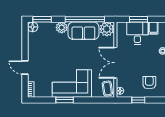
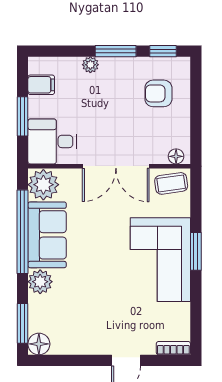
desk: (137, 33) -> (52, 141), moved
window: (65, 100) -> (196, 251), moved
window: (138, 100) -> (196, 117), removed

